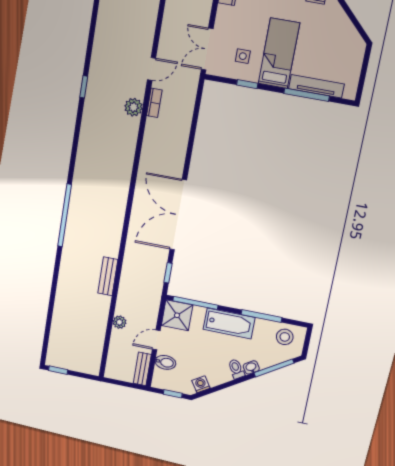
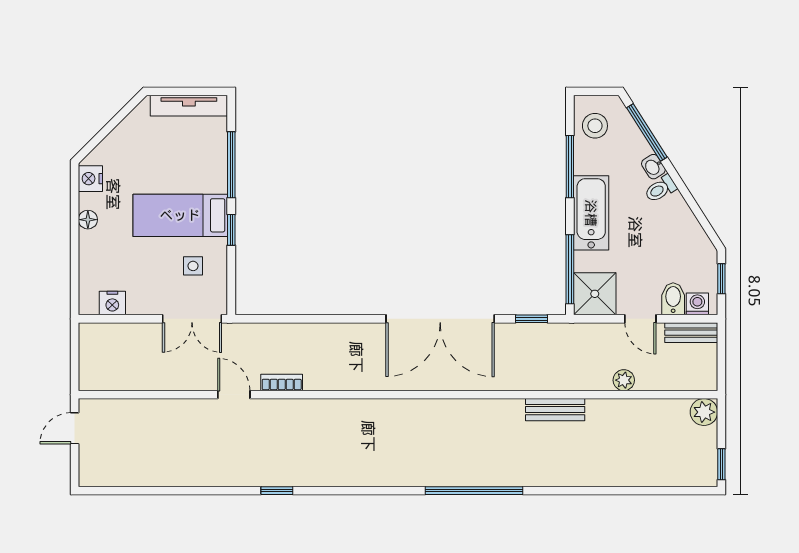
window: (247, 84) -> (231, 230), moved
tv unit: (316, 86) -> (189, 106), moved, turned -90
plant: (133, 107) -> (704, 412), moved
washing machine: (201, 384) -> (697, 304), moved, turned 122

